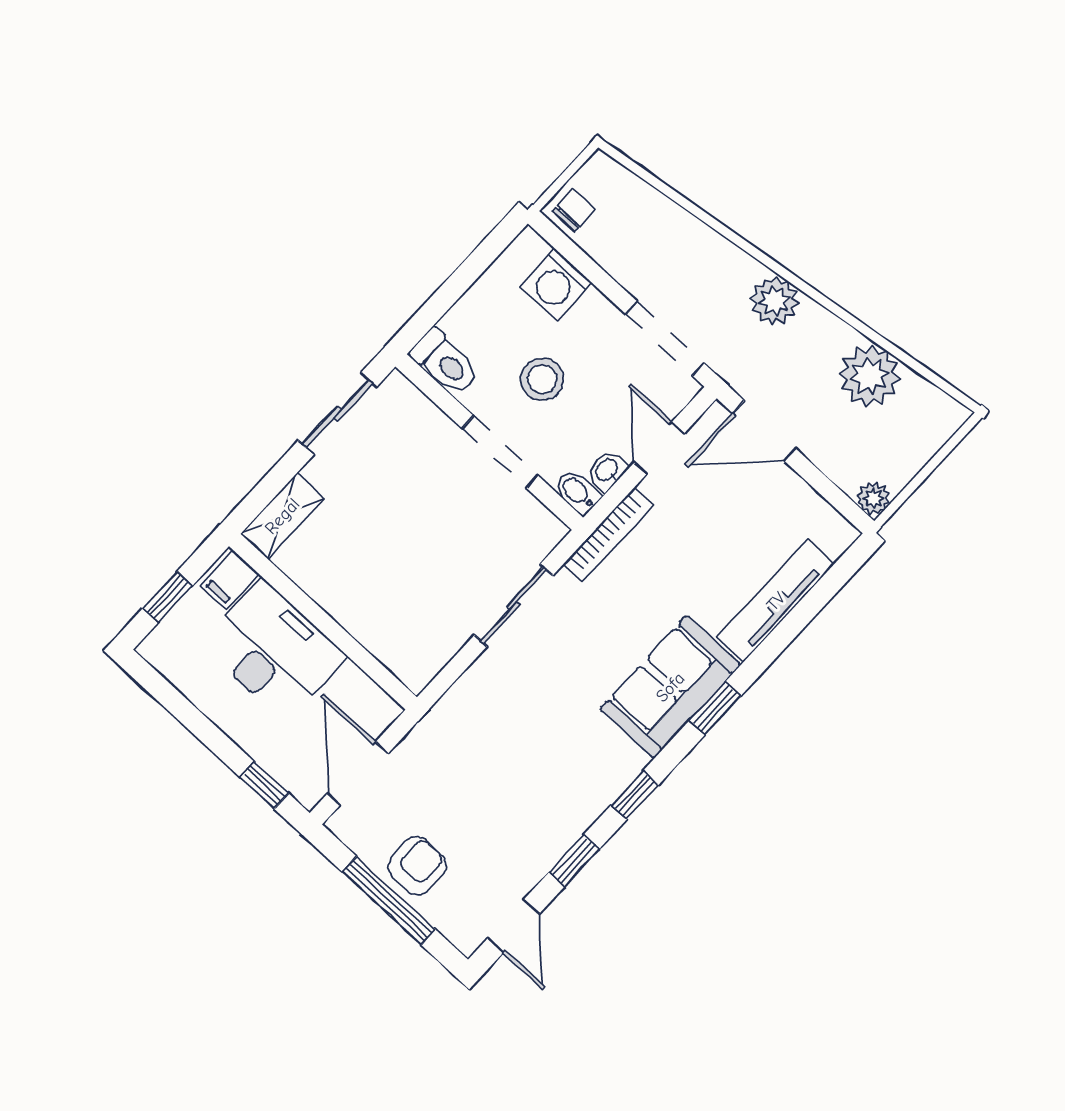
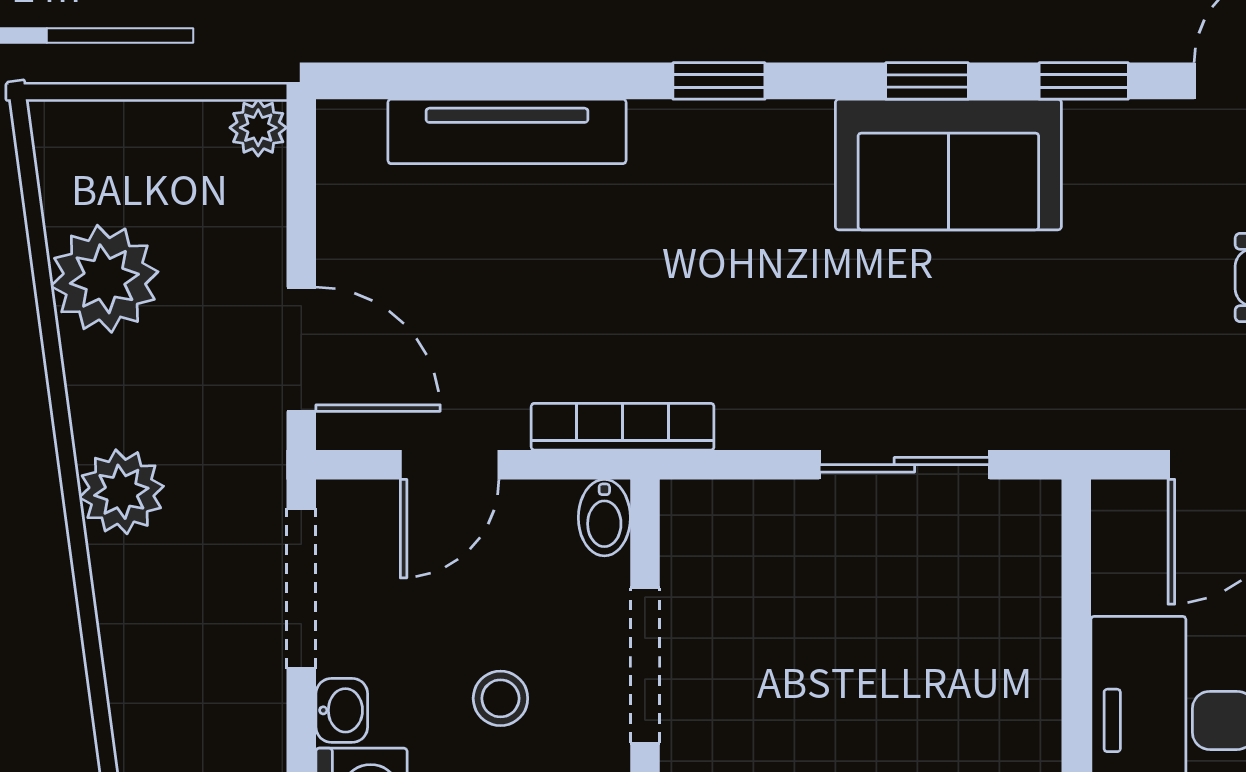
stool: (542, 379) -> (500, 698), width x0.73, depth x0.73
washbasin: (607, 470) -> (342, 710), moved, turned -90
sliding door: (514, 605) -> (904, 465), moved
sofa: (670, 687) -> (948, 164), moved

